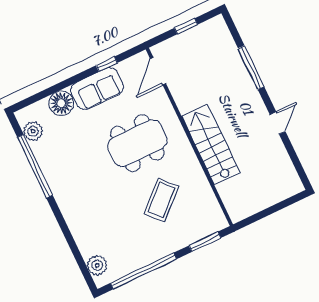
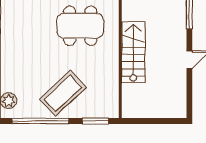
coffee table: (161, 200) -> (63, 93), moved, width x1.36, depth x1.32

